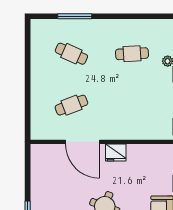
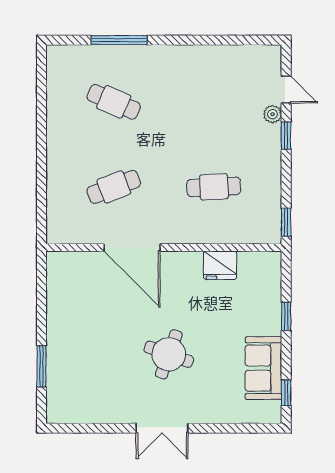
cafe table: (132, 54) -> (214, 187), moved
fridge: (116, 153) -> (220, 265), moved

